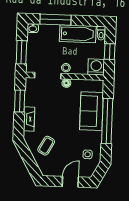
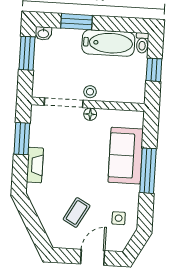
window: (56, 20) -> (77, 22), width x0.69
window: (21, 52) -> (27, 53), moved
washing machine: (96, 67) -> (134, 92), removed
window: (107, 121) -> (148, 171), width x0.68
coffee table: (46, 146) -> (77, 213), moved

